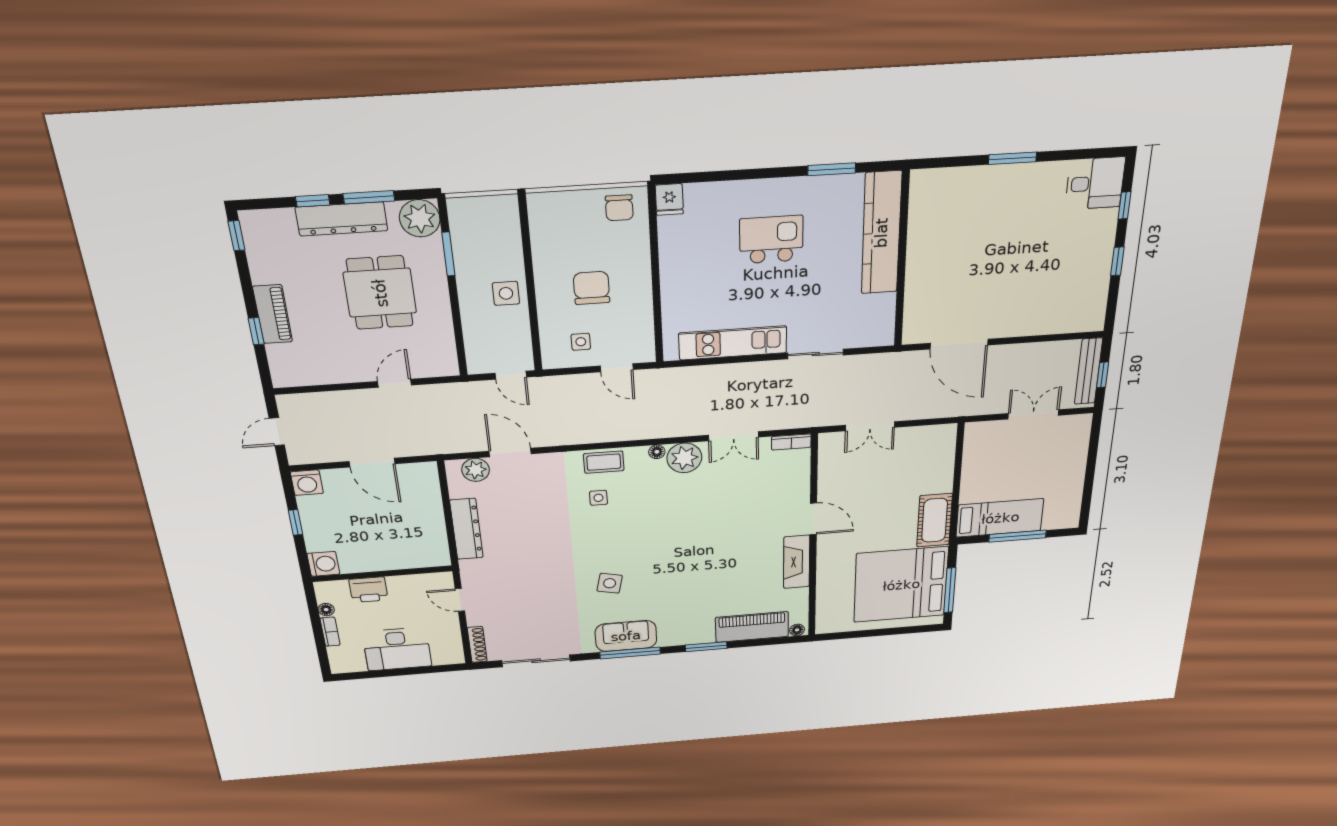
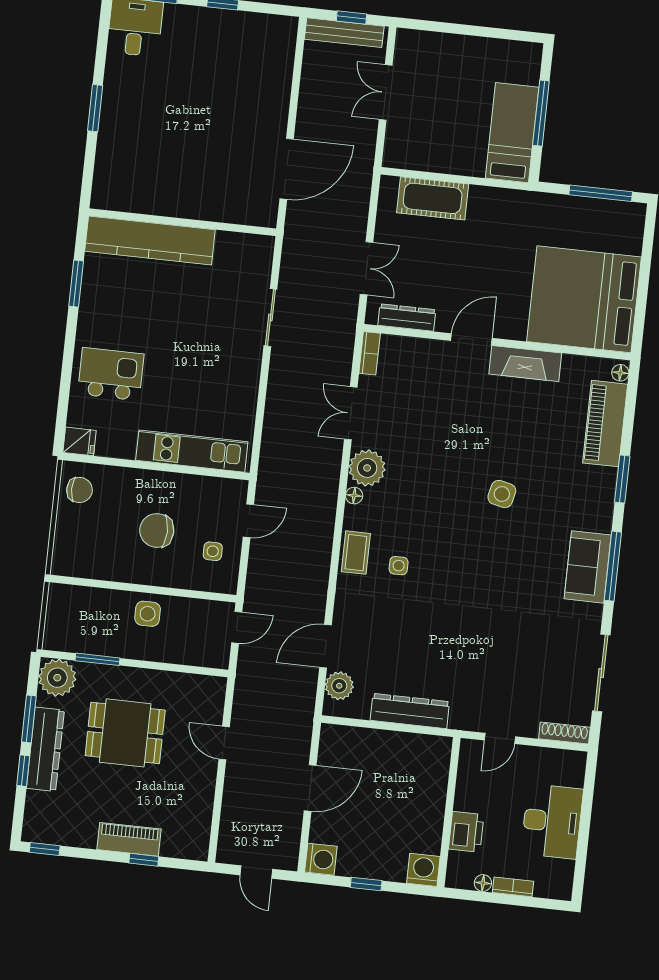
kitchen island: (771, 240) -> (111, 374), moved, turned 90
kitchen unit: (733, 343) -> (192, 451), moved, turned 90
double door: (733, 436) -> (351, 413), swing flipped
dresser: (828, 466) -> (407, 318), added
cot: (935, 520) -> (433, 198), moved
side table: (610, 583) -> (502, 494), moved
bed: (901, 585) -> (584, 299), moved, turned 90

